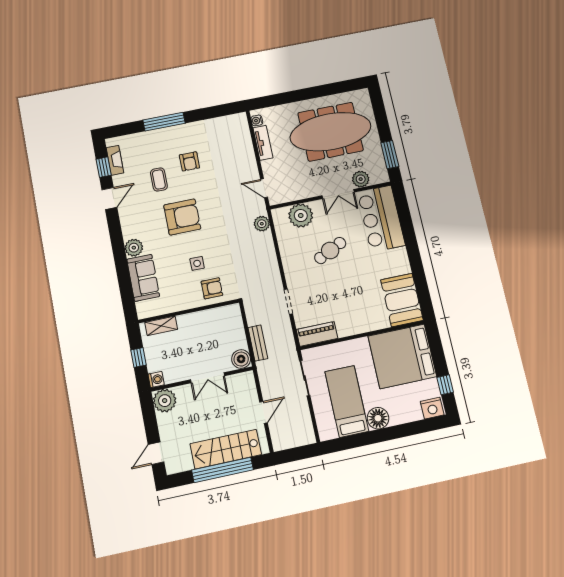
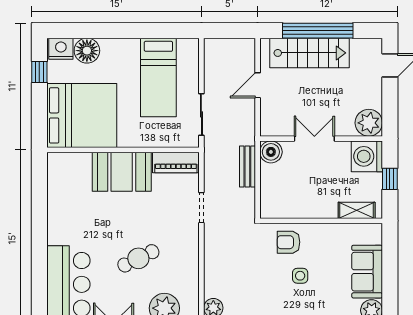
booth: (402, 300) -> (122, 172), moved, turned 90
washing machine: (156, 380) -> (367, 156), width x1.89, depth x1.89
floor lamp: (378, 418) -> (87, 51), moved

